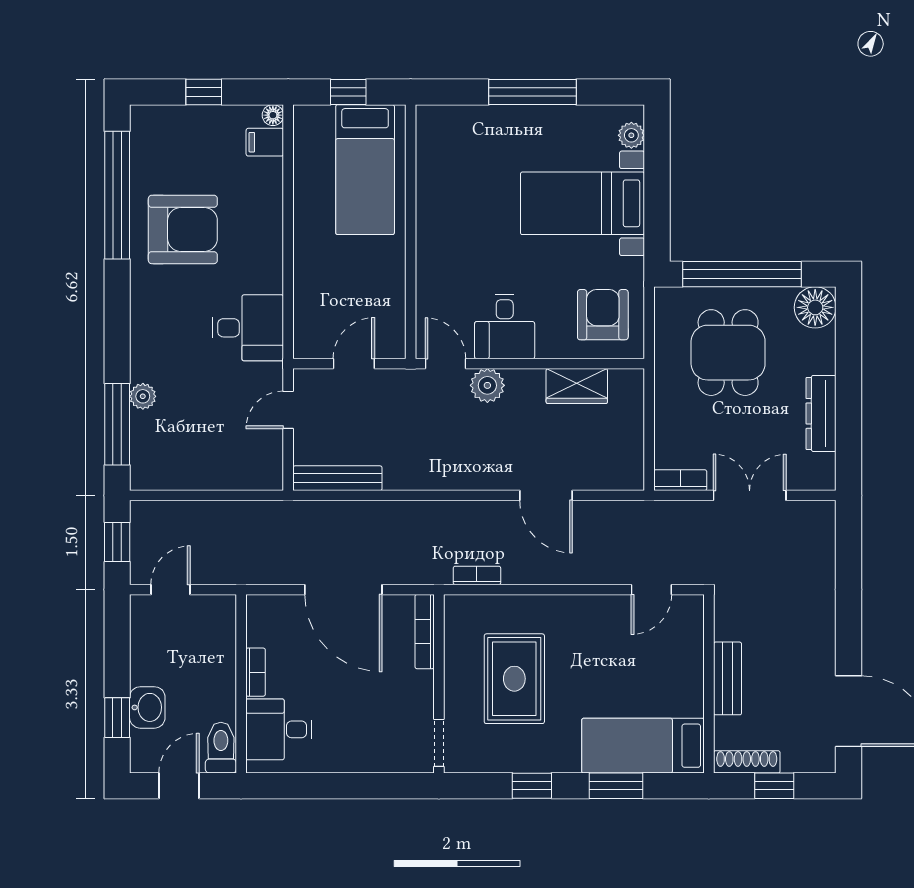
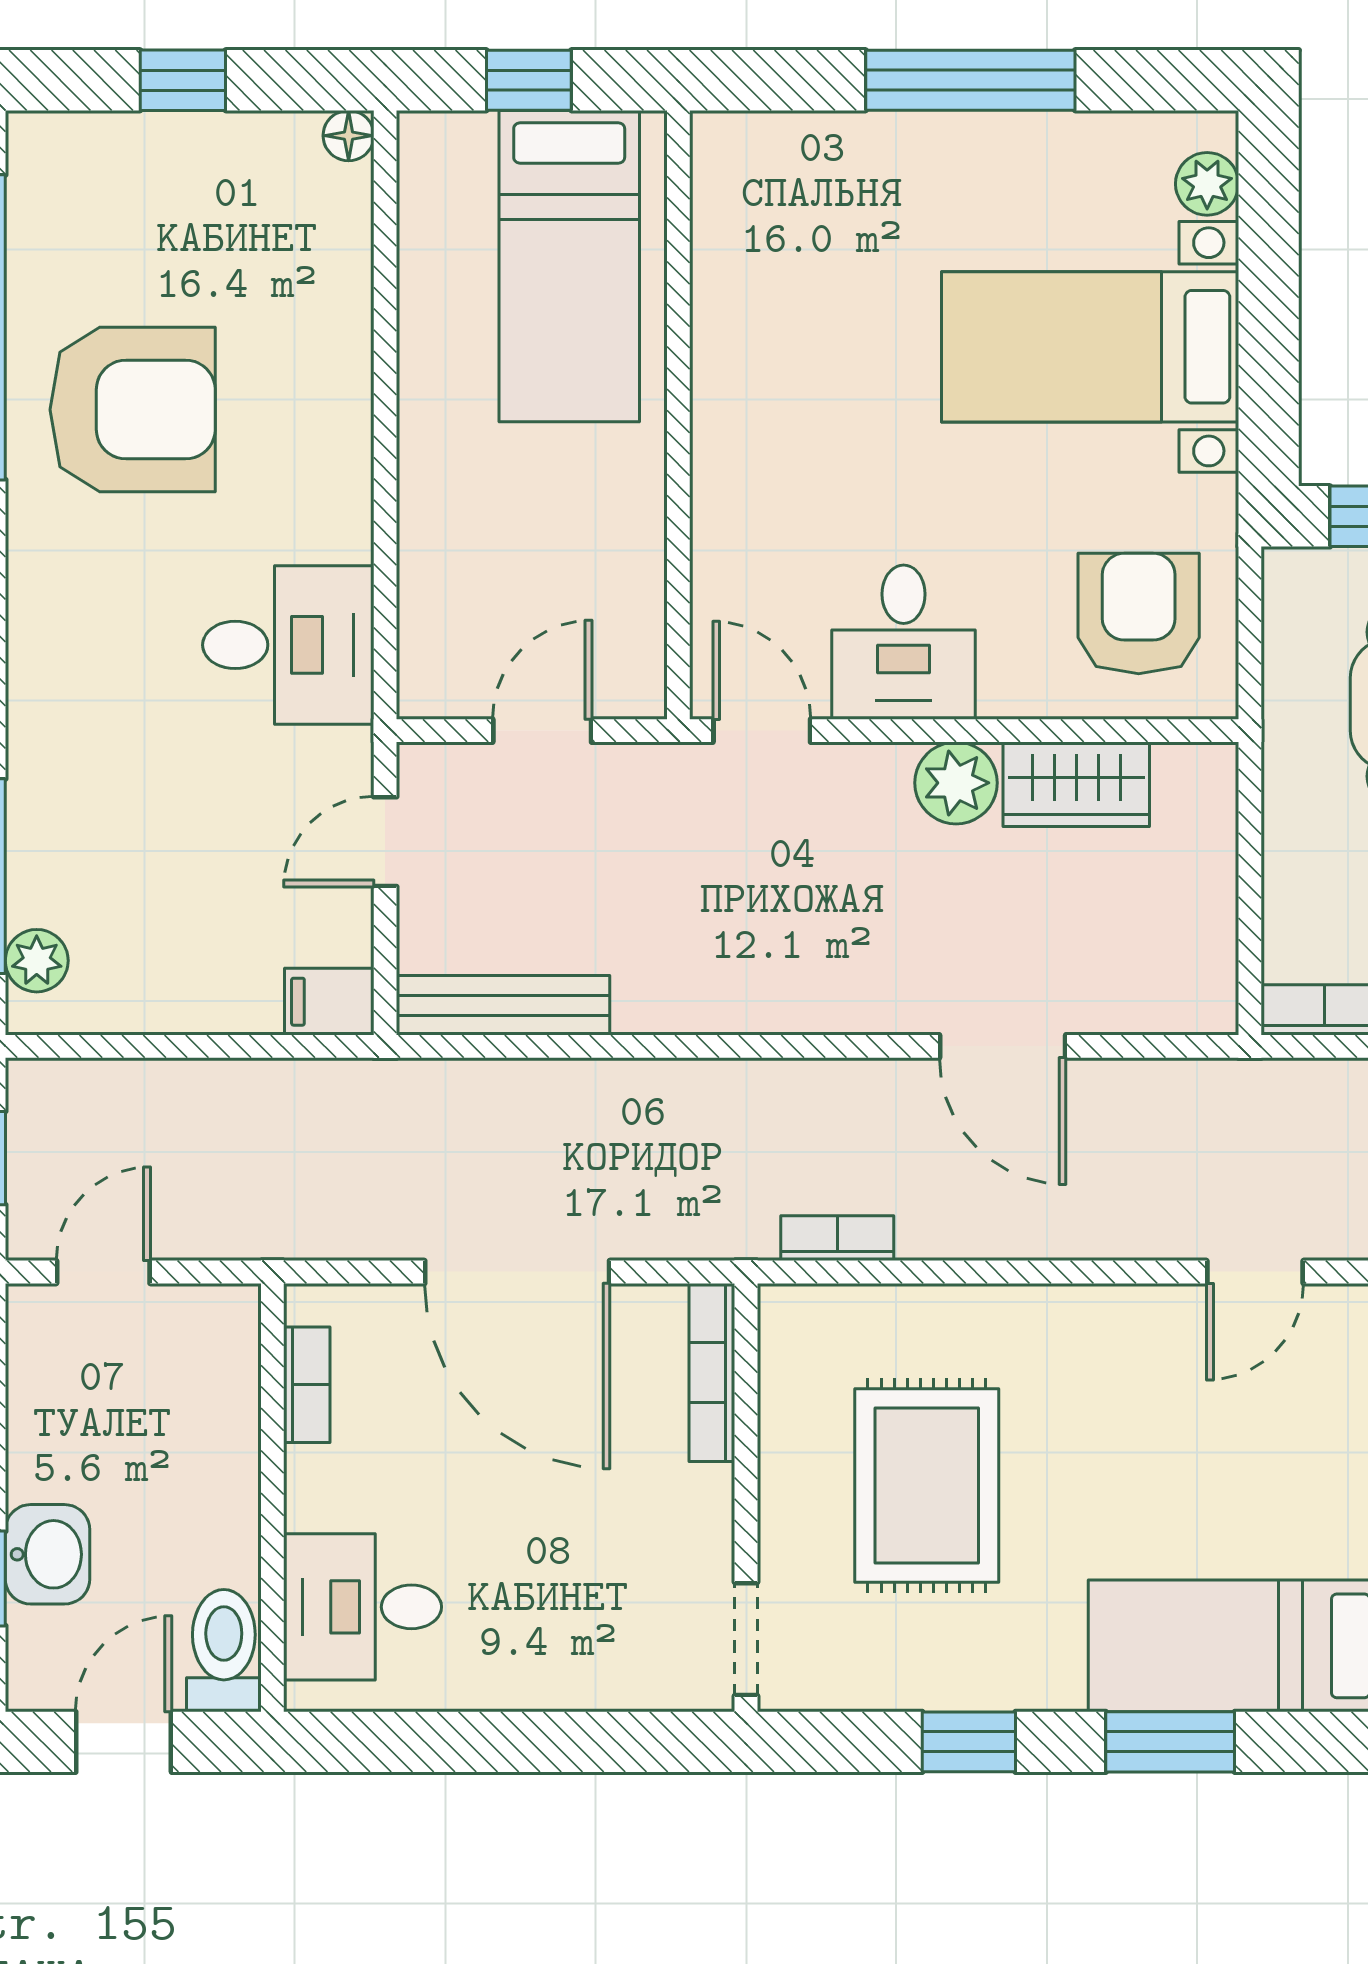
filing cabinet: (265, 142) -> (329, 1002), moved
plant: (487, 385) -> (956, 783), moved
plant: (143, 396) -> (37, 961), moved
bookcase: (255, 672) -> (307, 1385), moved

